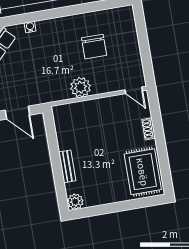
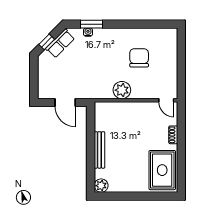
window: (33, 17) -> (91, 24), added
chair: (94, 47) -> (139, 58), turned 180
bench: (67, 166) -> (99, 150), width x1.36

